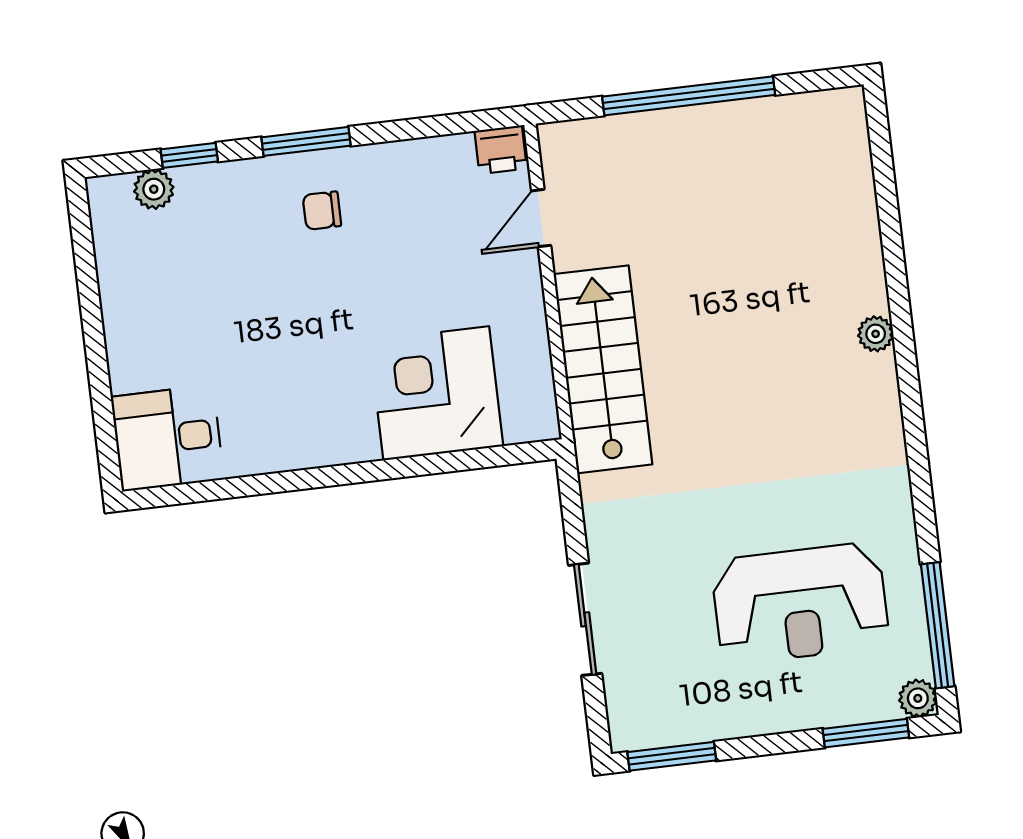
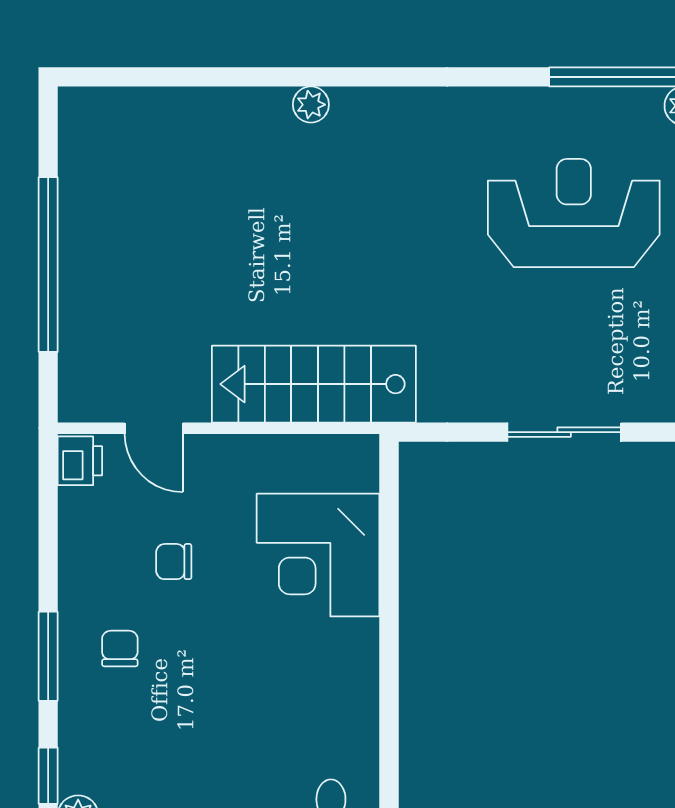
chair: (322, 211) -> (120, 648), turned 180
chair: (413, 253) -> (174, 562), added
reception desk: (800, 603) -> (574, 213), turned -90

